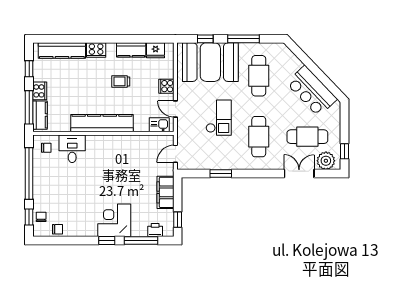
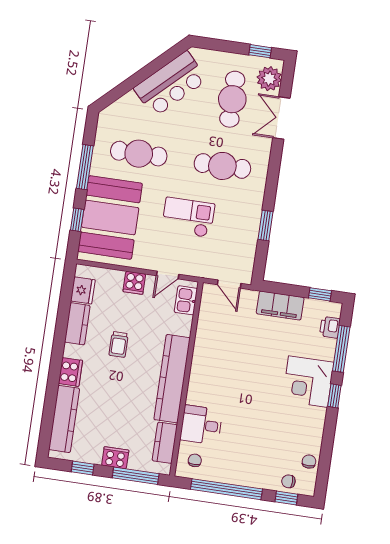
kitchen counter: (40, 115) -> (165, 443), moved, turned -90

